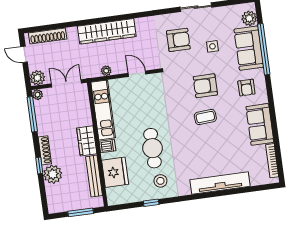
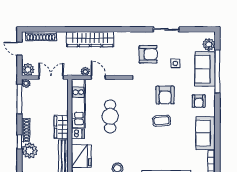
door: (137, 74) -> (98, 77), moved
armchair: (205, 86) -> (165, 95), turned -90
cafe table: (152, 148) -> (110, 116), moved

